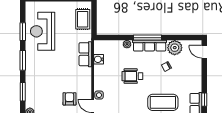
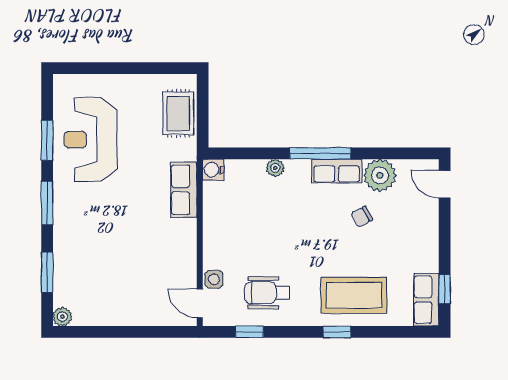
row of seats: (150, 46) -> (337, 171), width x0.68
water cooler: (99, 59) -> (213, 170), moved
wheelchair: (132, 76) -> (267, 293), moved
armchair: (69, 99) -> (149, 288), removed

